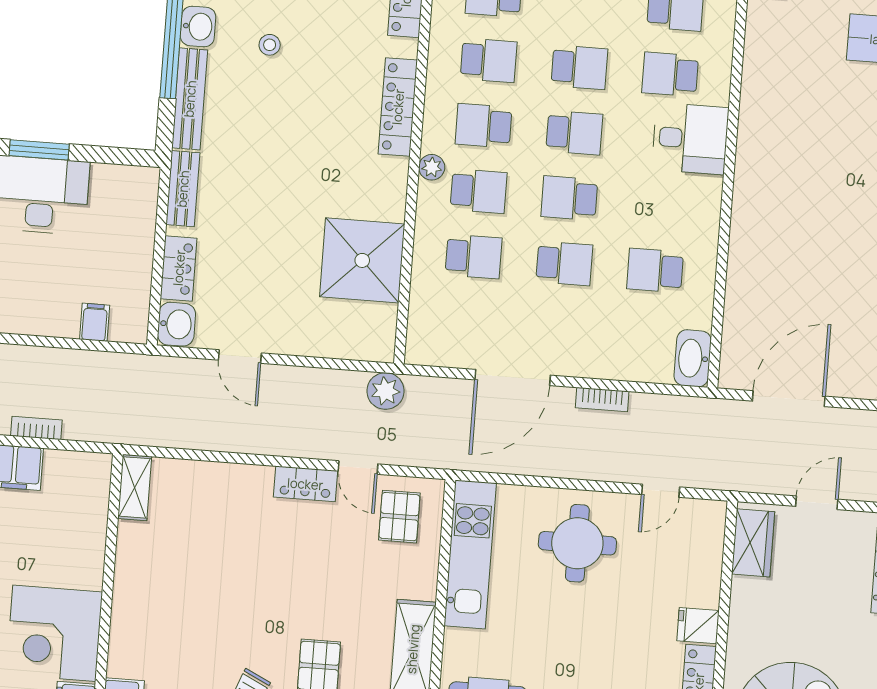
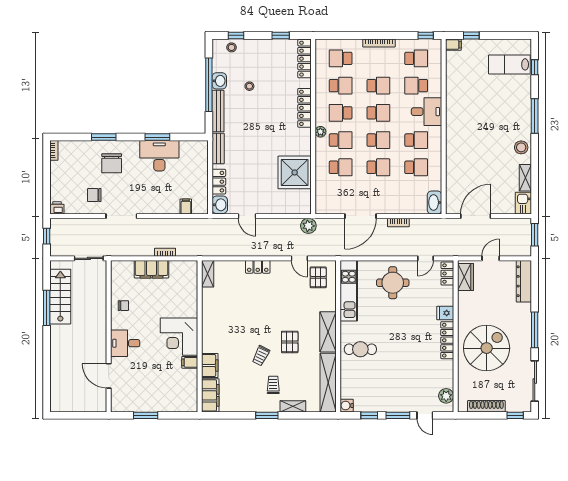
school desk: (569, 198) -> (378, 140), turned 180
school desk: (660, 205) -> (416, 140), added
school desk: (655, 270) -> (416, 167), turned 180
locker: (305, 484) -> (258, 267), moved
locker: (710, 531) -> (447, 274), added

